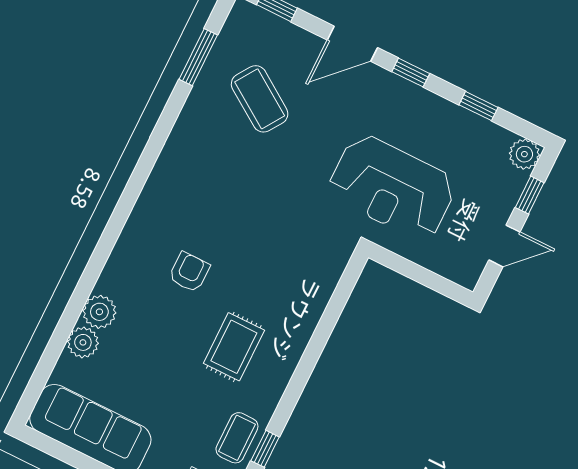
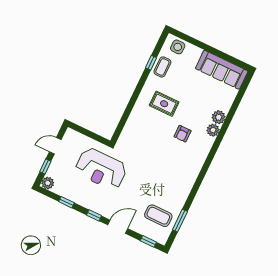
coffee table: (260, 99) -> (158, 216), moved, turned -34
reception desk: (392, 187) -> (101, 169), turned 180
plant: (83, 342) -> (213, 130), moved
rug: (234, 347) -> (164, 104), turned 90

